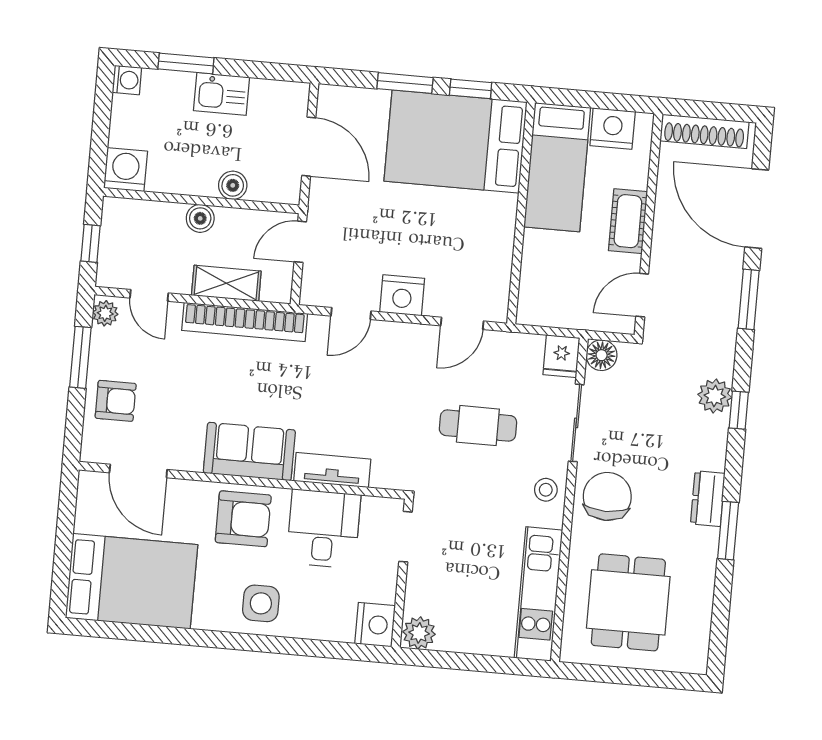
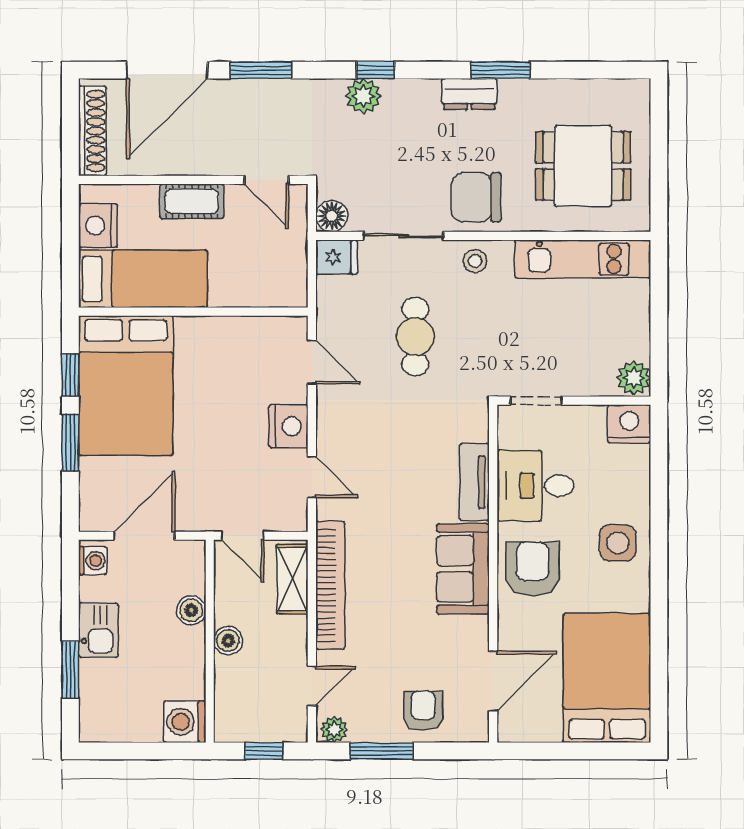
washing machine: (127, 80) -> (93, 561), moved, turned 90
shelving: (226, 283) -> (292, 579), moved

